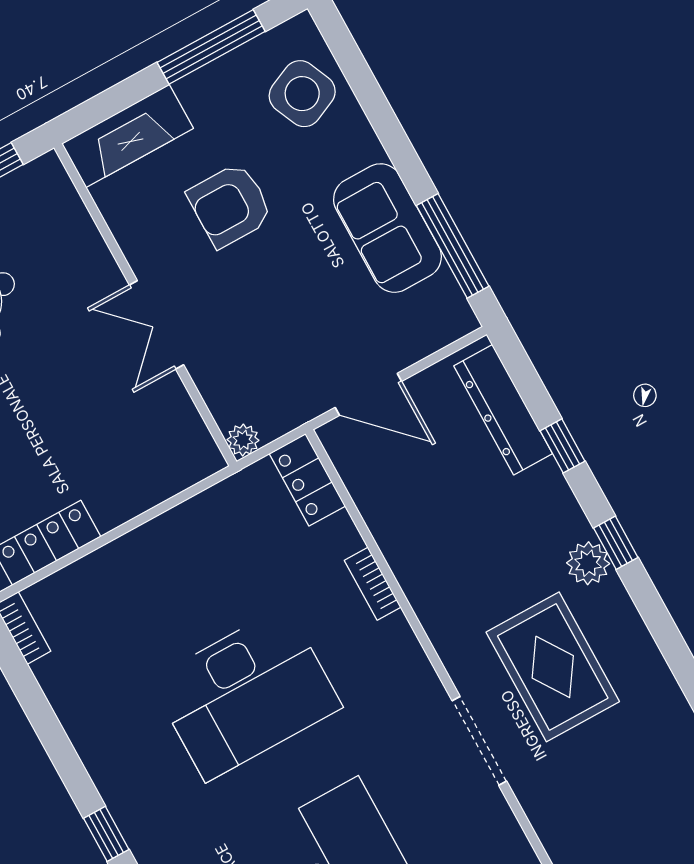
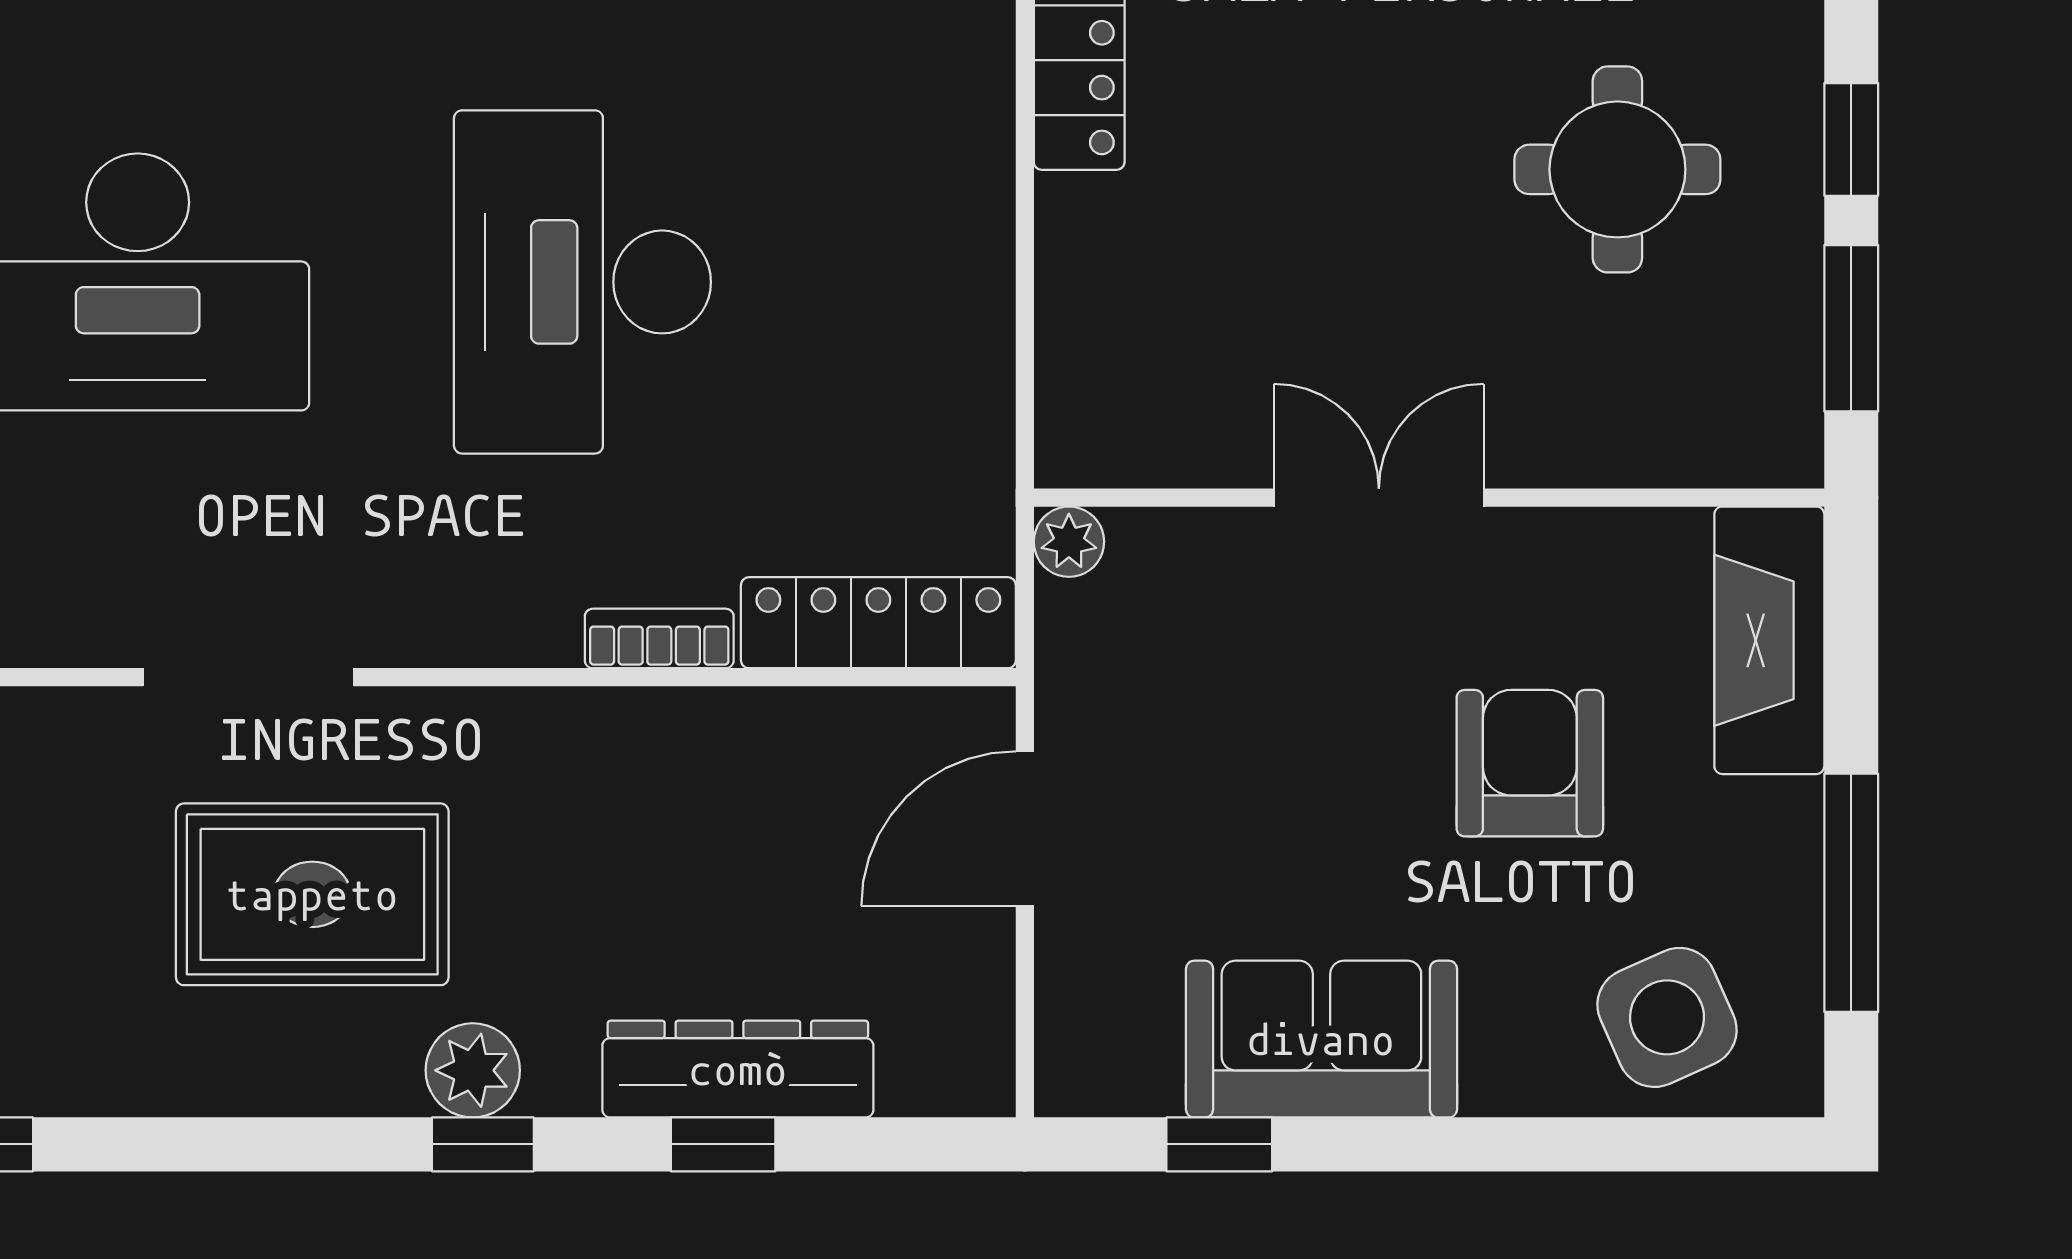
window: (453, 246) -> (1219, 1144), width x0.46
dresser: (503, 410) -> (738, 1069), moved
locker: (307, 480) -> (878, 623), width x1.53

